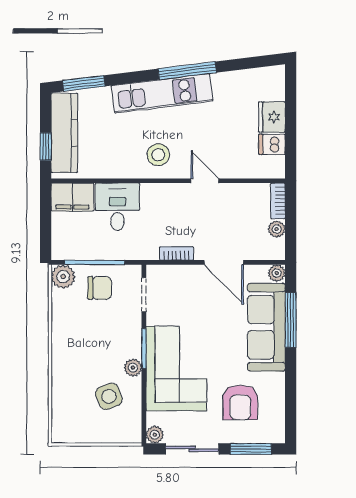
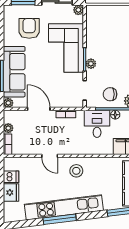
kitchen unit: (162, 93) -> (64, 207), width x1.36
desk: (117, 207) -> (97, 124), moved, turned 180
floor lamp: (91, 252) -> (115, 115), added
plant: (133, 368) -> (91, 64), moved
side table: (109, 396) -> (105, 32), removed

